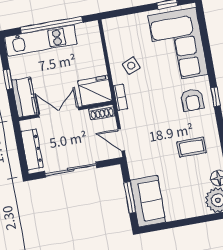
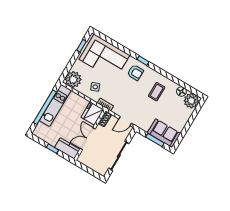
plant: (117, 30) -> (73, 79), added
kitchen unit: (41, 40) -> (55, 105), moved
dresser: (32, 149) -> (94, 166), removed

